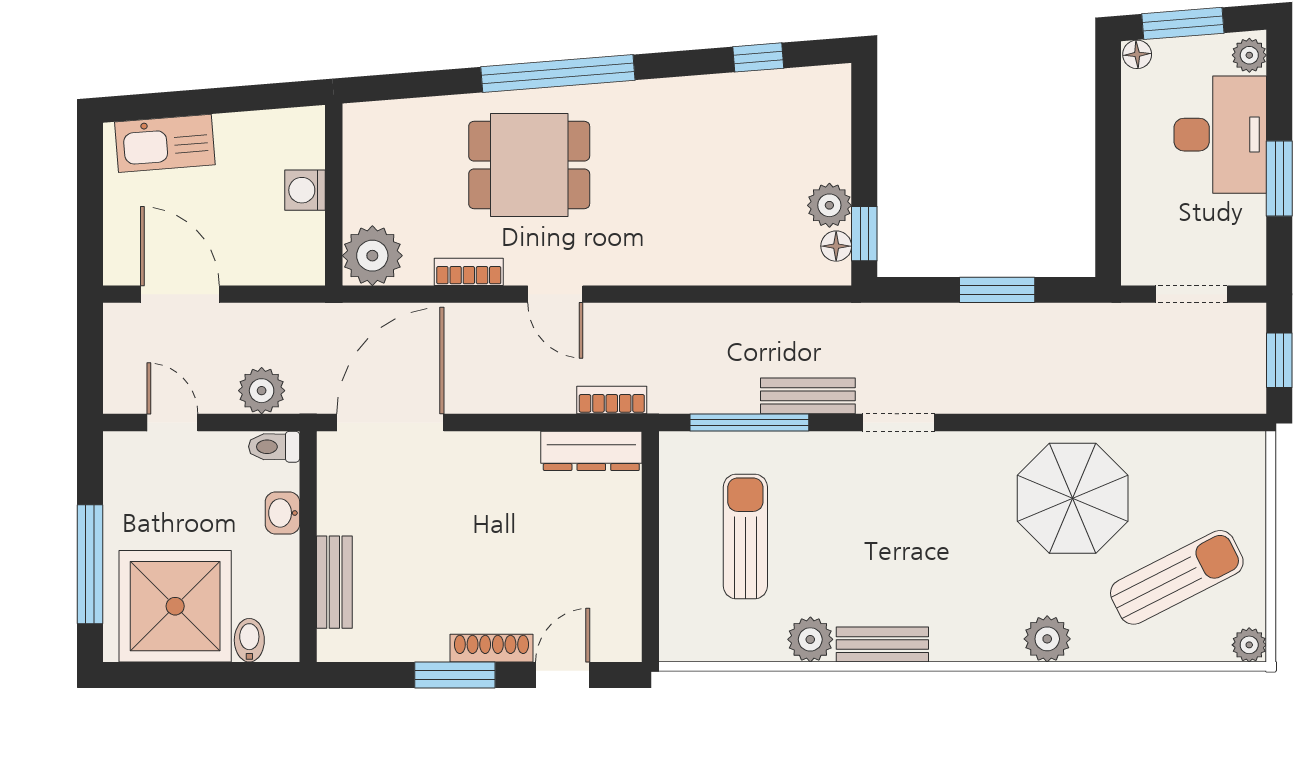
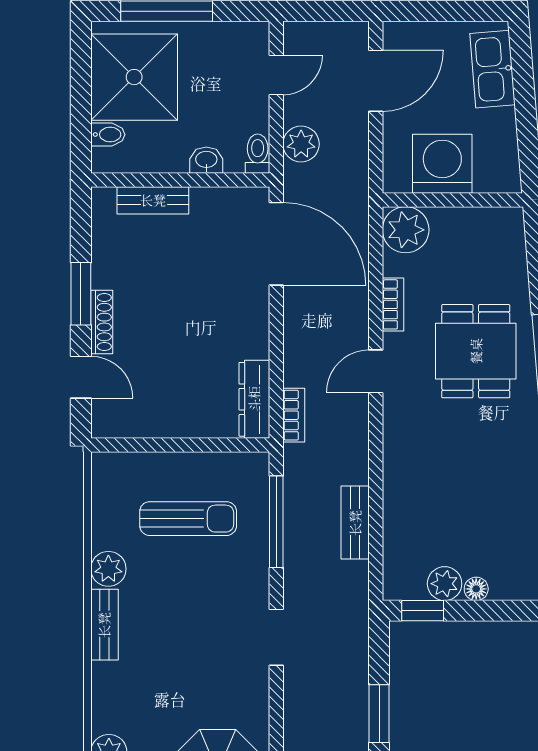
washing machine: (305, 190) -> (442, 164), width x1.89, depth x1.89
floor lamp: (836, 246) -> (476, 589), moved
bench: (808, 396) -> (355, 523), moved

